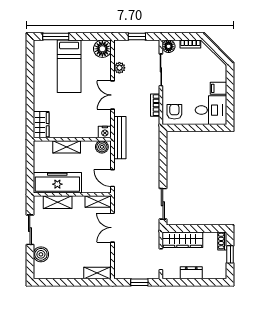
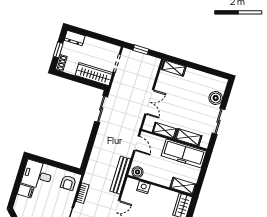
nightstand: (105, 132) -> (143, 187), moved
shelving: (67, 147) -> (183, 186), moved
shelving: (98, 202) -> (165, 130), moved
dresser: (191, 273) -> (75, 38), moved

